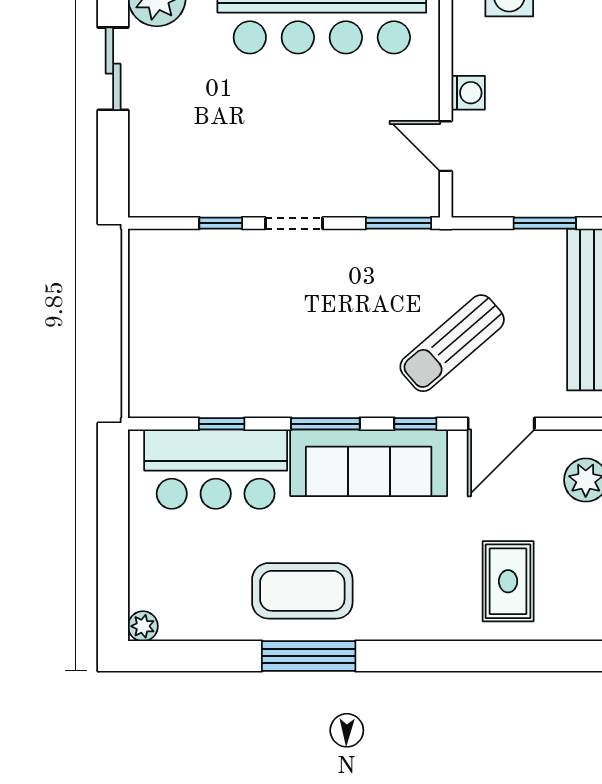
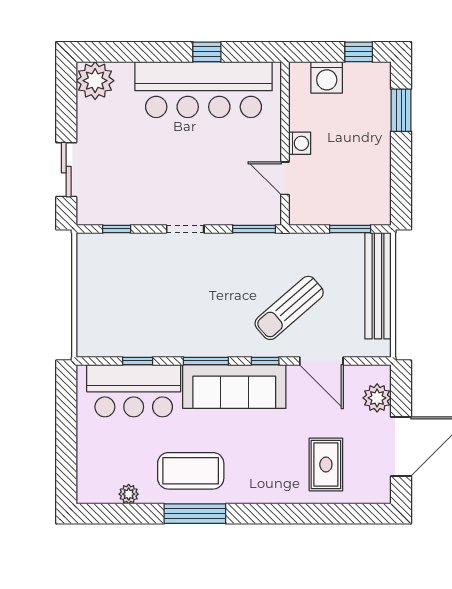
sliding door: (113, 69) -> (66, 170), moved
window: (221, 223) -> (117, 229), moved
door: (501, 424) -> (321, 361), hinge flipped
plant: (143, 626) -> (129, 494), moved

